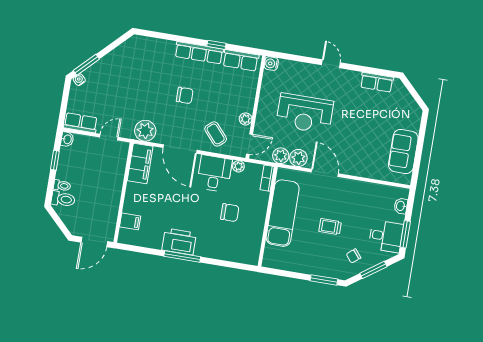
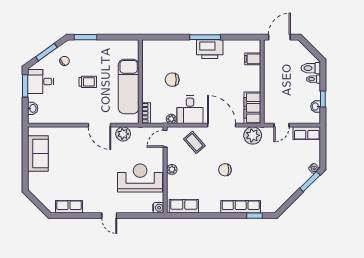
window: (216, 45) -> (255, 216), moved
row of seats: (199, 53) -> (241, 207), moved
reception desk: (305, 113) -> (140, 178), moved
plant: (246, 119) -> (172, 169), moved
washbasin: (67, 139) -> (316, 107), moved
plant: (281, 156) -> (138, 133), removed

